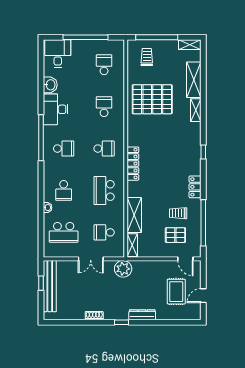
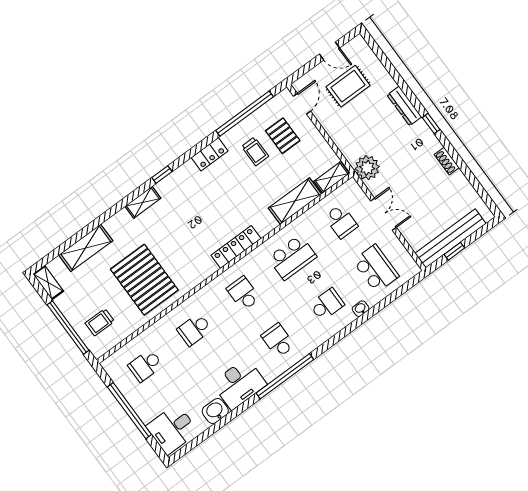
shelving: (196, 110) -> (143, 202), moved

